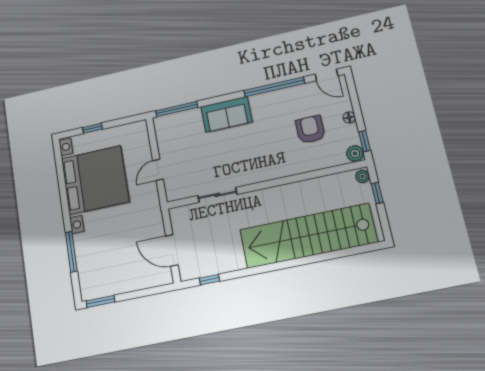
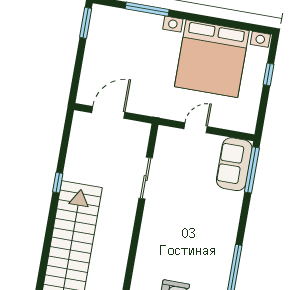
sofa: (226, 114) -> (234, 164), moved
door: (158, 170) -> (196, 128), hinge flipped
window: (210, 280) -> (58, 183), moved

